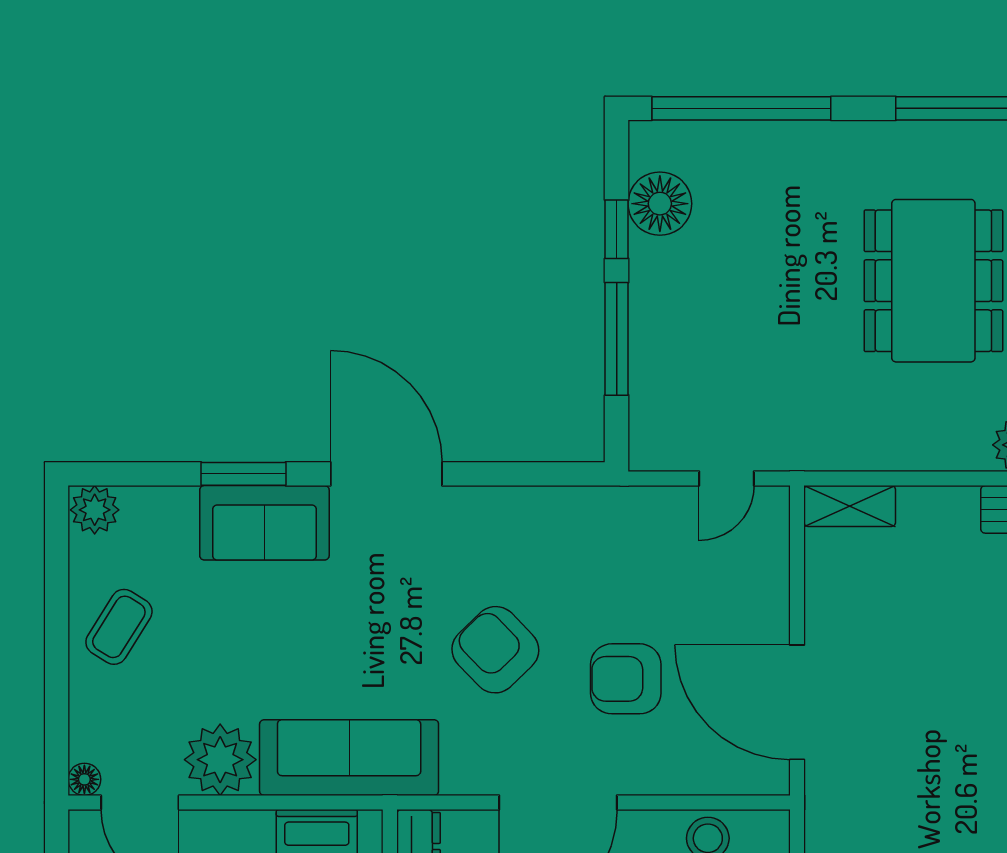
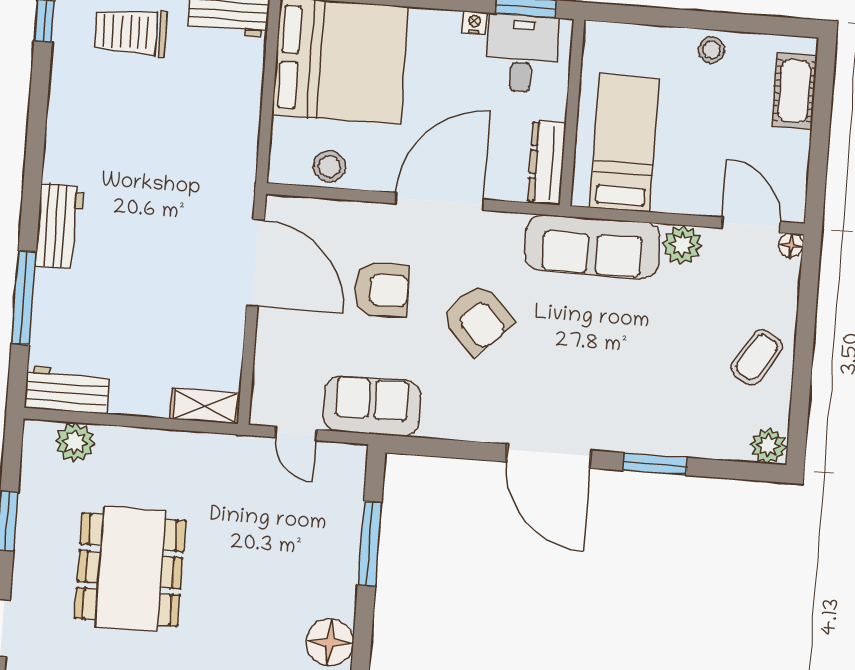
window: (617, 229) -> (363, 626), removed
door: (727, 479) -> (295, 434), swing flipped
sofa: (264, 523) -> (372, 406), moved
plant: (220, 760) -> (682, 245), width x0.73, depth x0.73

